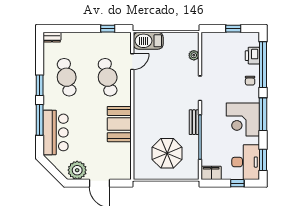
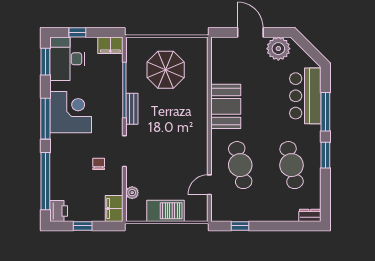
barbecue: (148, 41) -> (166, 211), moved
filing cabinet: (208, 43) -> (114, 208), added
printer: (252, 56) -> (59, 211), moved
chair: (250, 81) -> (99, 164), moved

